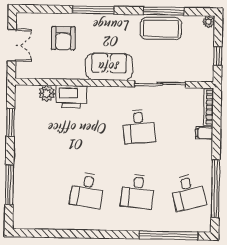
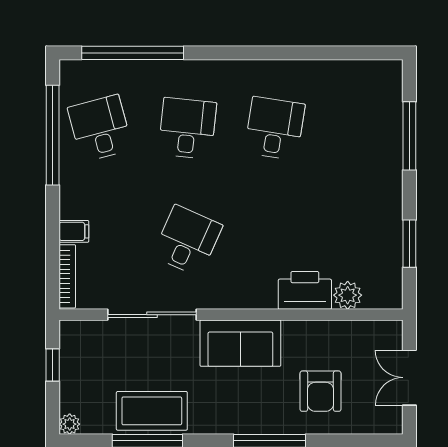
armchair: (63, 38) -> (321, 391), turned 180
desk: (139, 127) -> (187, 241), turned 30

